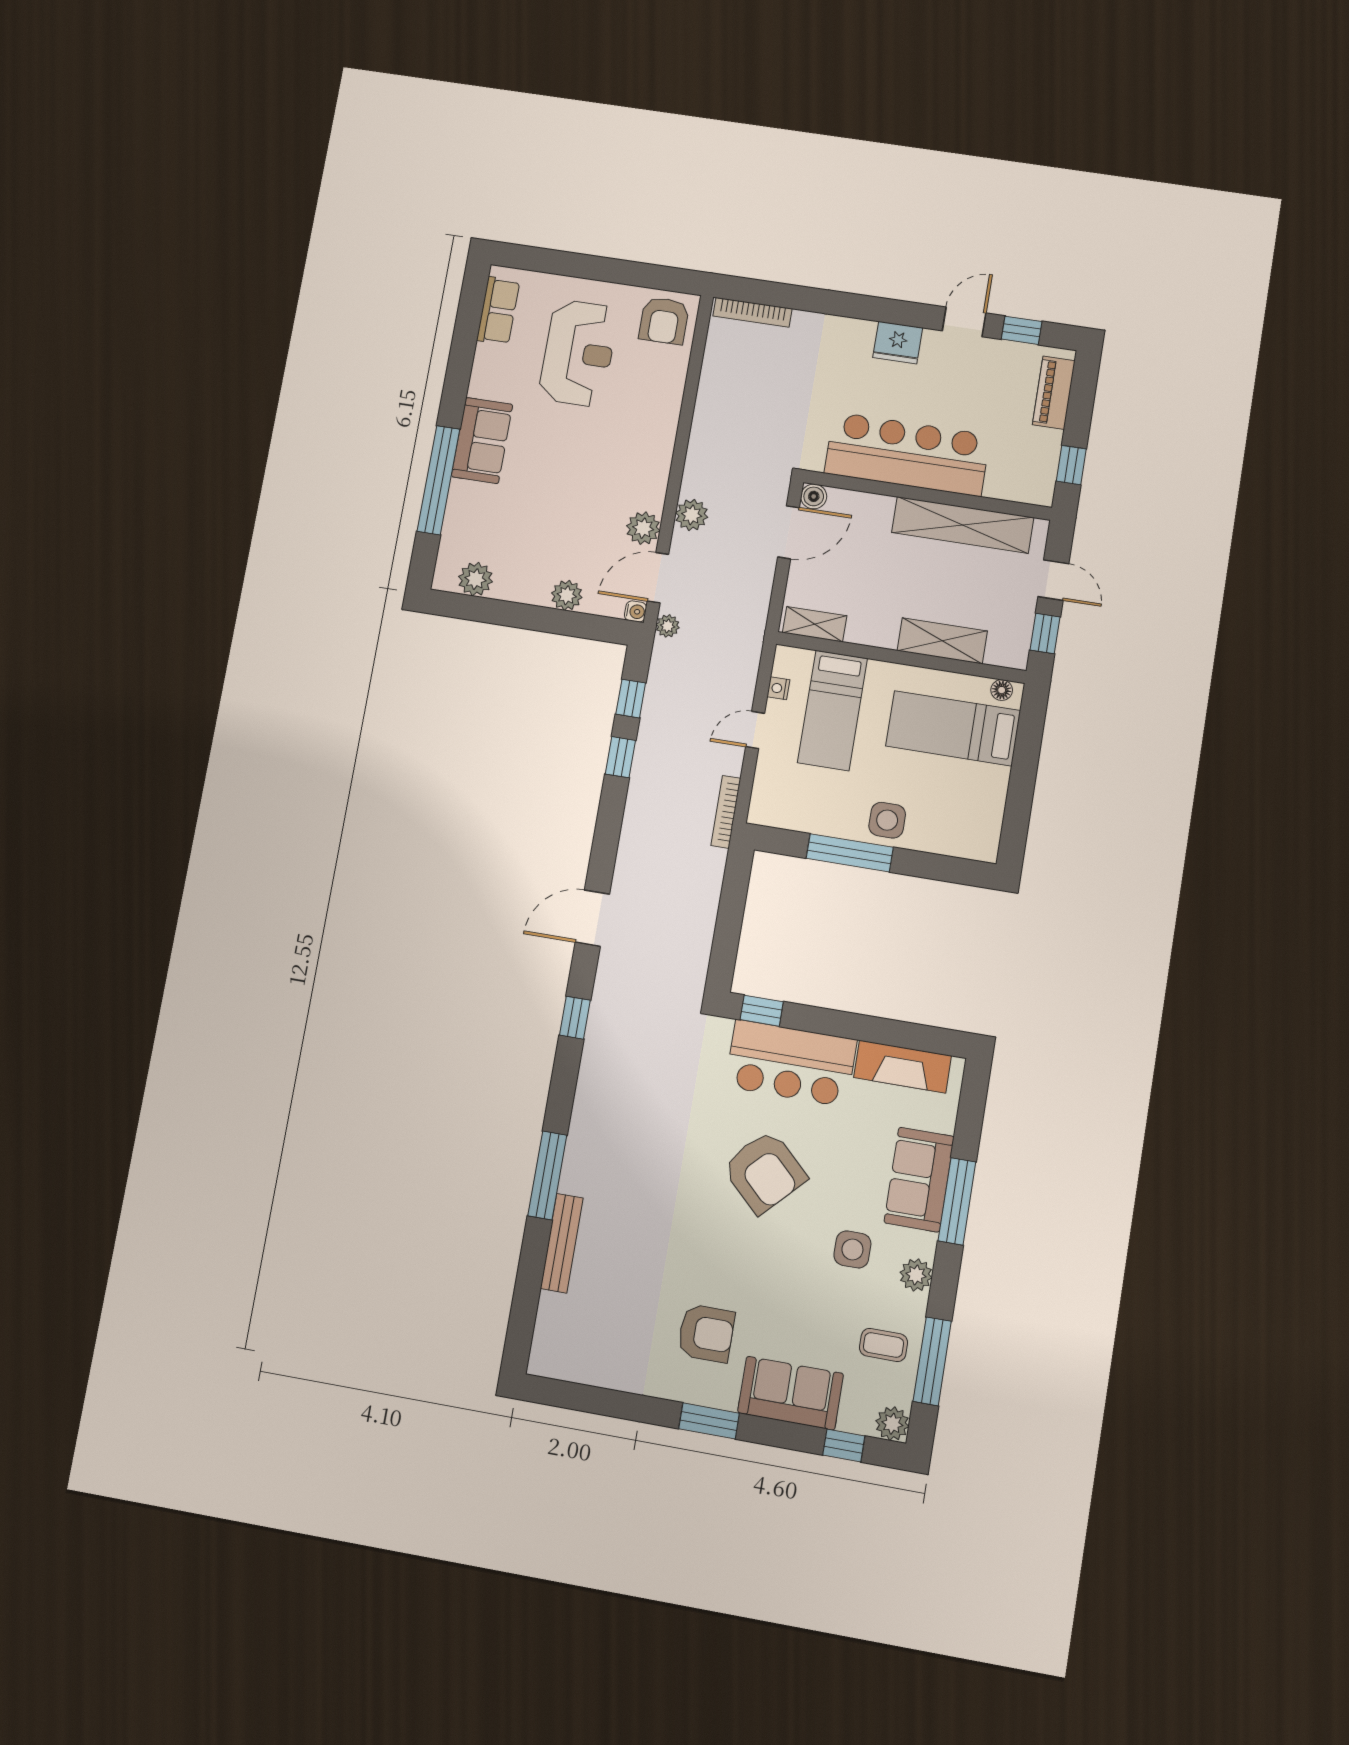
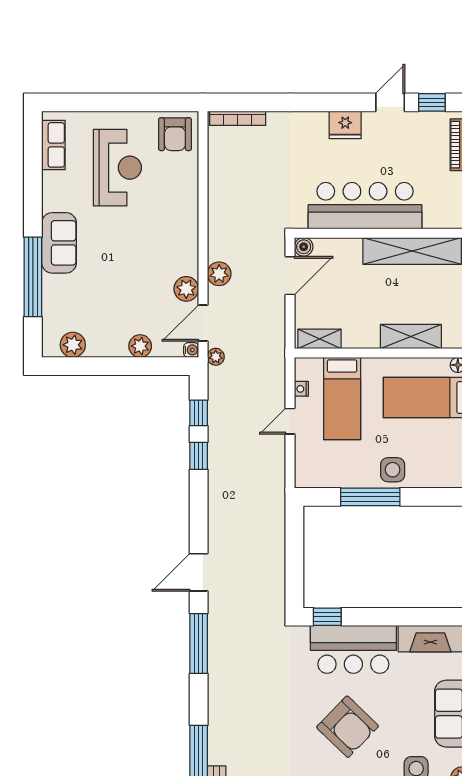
bookcase: (726, 812) -> (279, 482), removed
window: (575, 1018) -> (199, 643), width x2.17

